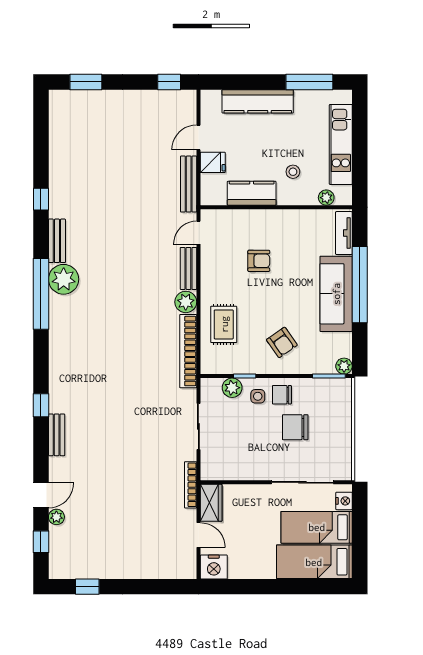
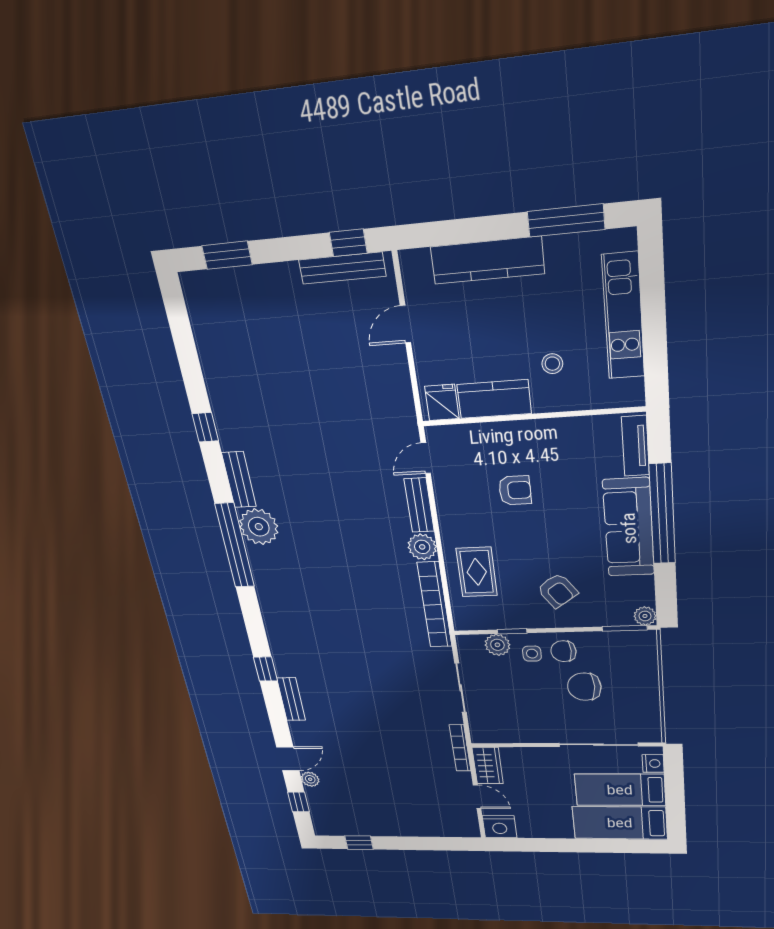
fridge: (213, 162) -> (442, 402), moved, turned -90
bench: (189, 184) -> (342, 268), moved, turned 90
plant: (326, 198) -> (606, 398), removed

